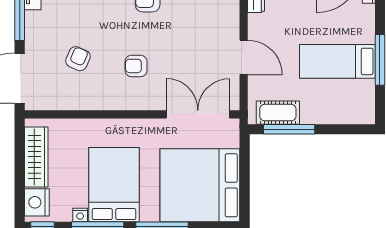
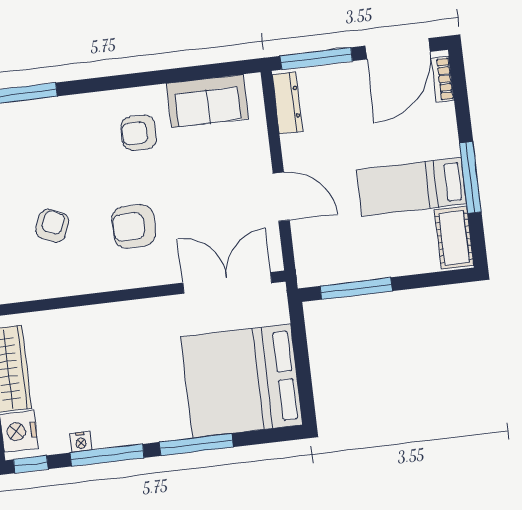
armchair: (136, 66) -> (134, 226), width x1.38, depth x1.38
cot: (278, 113) -> (454, 238), moved, turned 90
bed: (114, 185) -> (123, 394), removed

